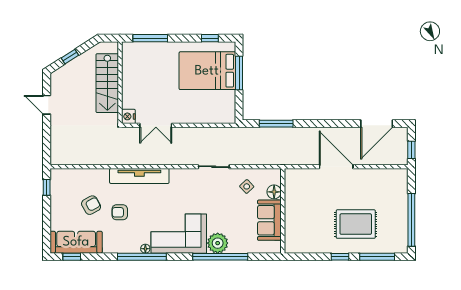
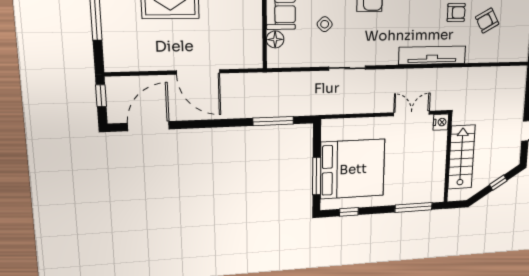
bed: (207, 71) -> (353, 169), width x1.36
side table: (247, 186) -> (325, 24), moved

